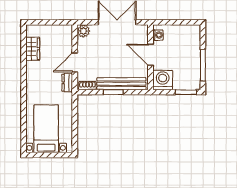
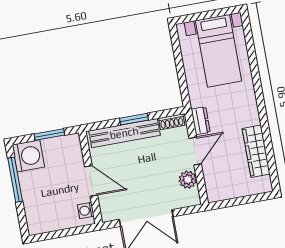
plant: (83, 31) -> (188, 180), moved
wardrobe: (33, 49) -> (256, 151), width x1.50
washing machine: (163, 80) -> (28, 156), moved, turned -90
window: (186, 92) -> (49, 134), moved

